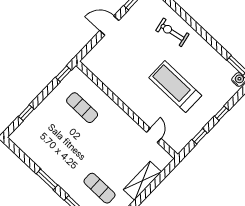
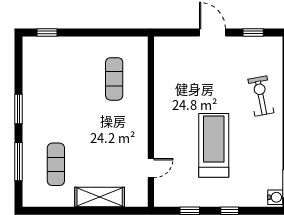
window: (63, 74) -> (129, 32), removed
window: (26, 113) -> (47, 32), moved

